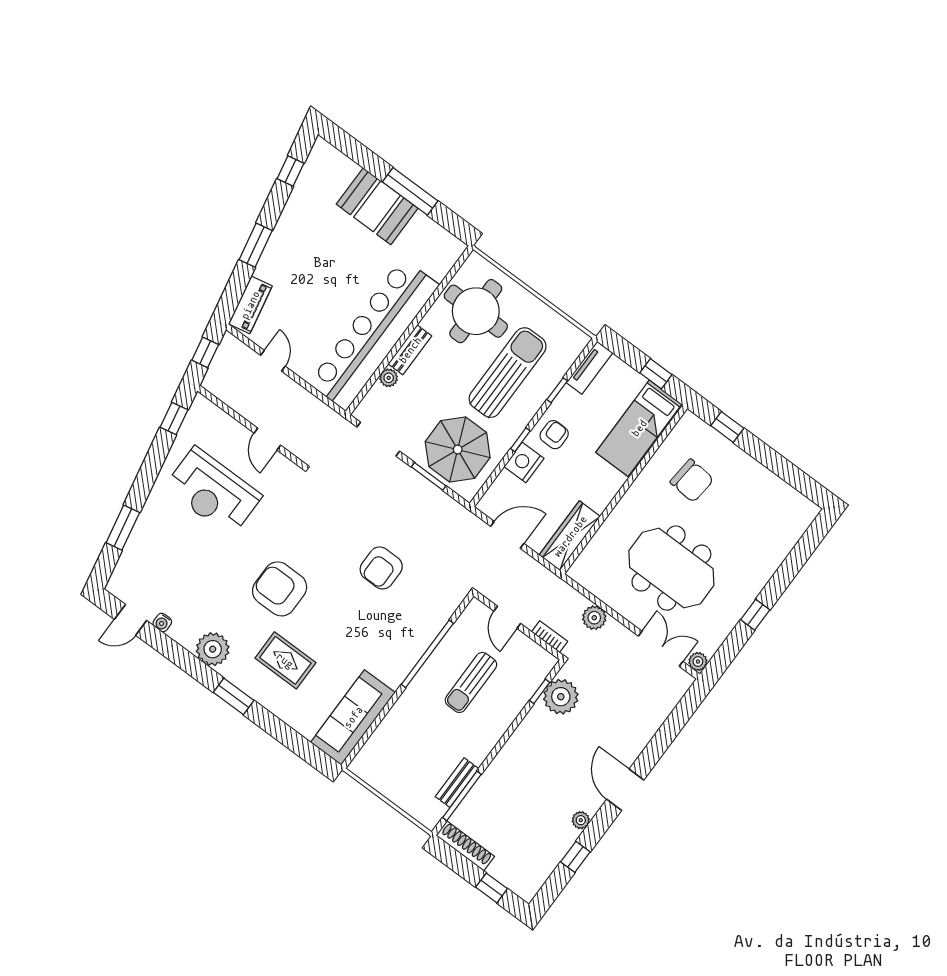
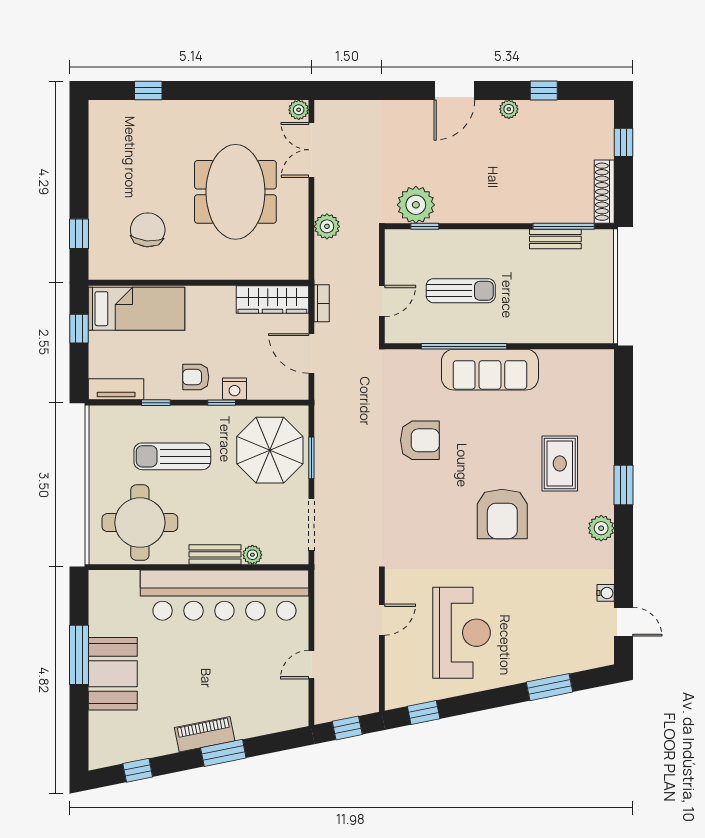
piano: (250, 305) -> (205, 734), moved
sun lounger: (508, 373) -> (172, 456), width x0.73, depth x0.75
nightstand: (524, 462) -> (234, 389), width x0.74, depth x0.75
window: (755, 615) -> (148, 90), moved
bookcase: (550, 637) -> (322, 303), moved, turned 180
plant: (213, 649) -> (601, 528), width x0.73, depth x0.73
sofa: (353, 717) -> (490, 370), moved

